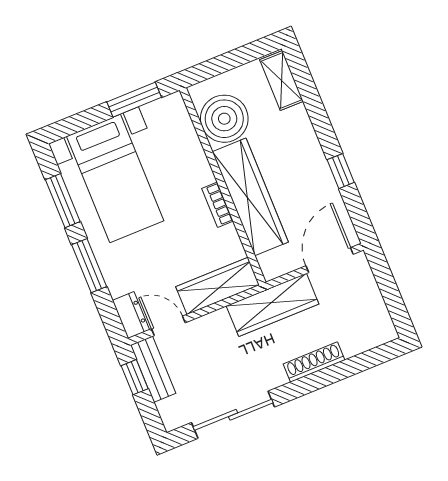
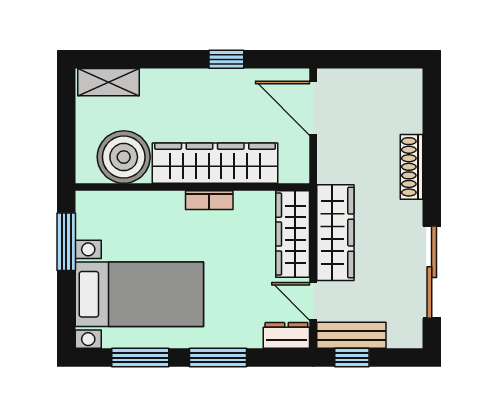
wardrobe: (273, 305) -> (335, 233), moved
door: (168, 326) -> (313, 301), hinge flipped

